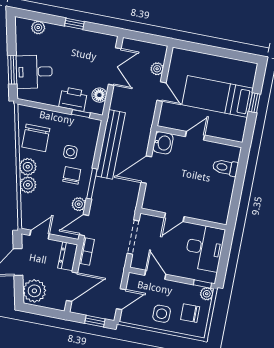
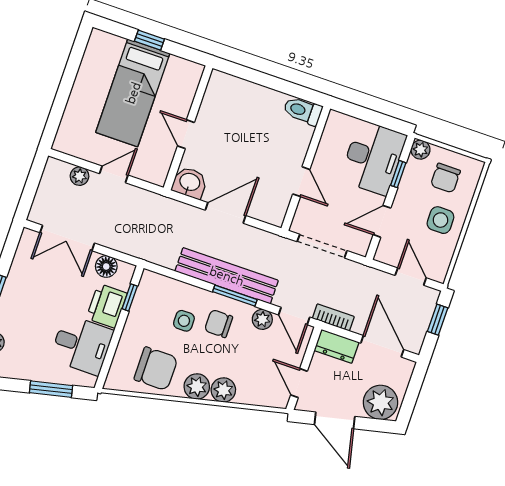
double door: (115, 66) -> (67, 238), swing flipped
desk: (34, 72) -> (82, 345), moved, turned -77
bench: (111, 144) -> (227, 276), moved
toilet: (225, 168) -> (303, 111), moved, turned 90
door: (146, 170) -> (225, 213), swing flipped
desk: (205, 248) -> (373, 158), moved, turned 90
window: (202, 284) -> (398, 174), moved

